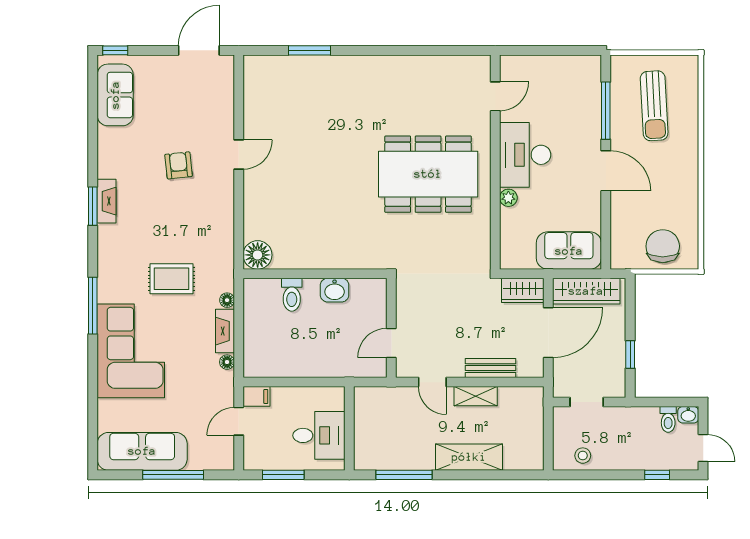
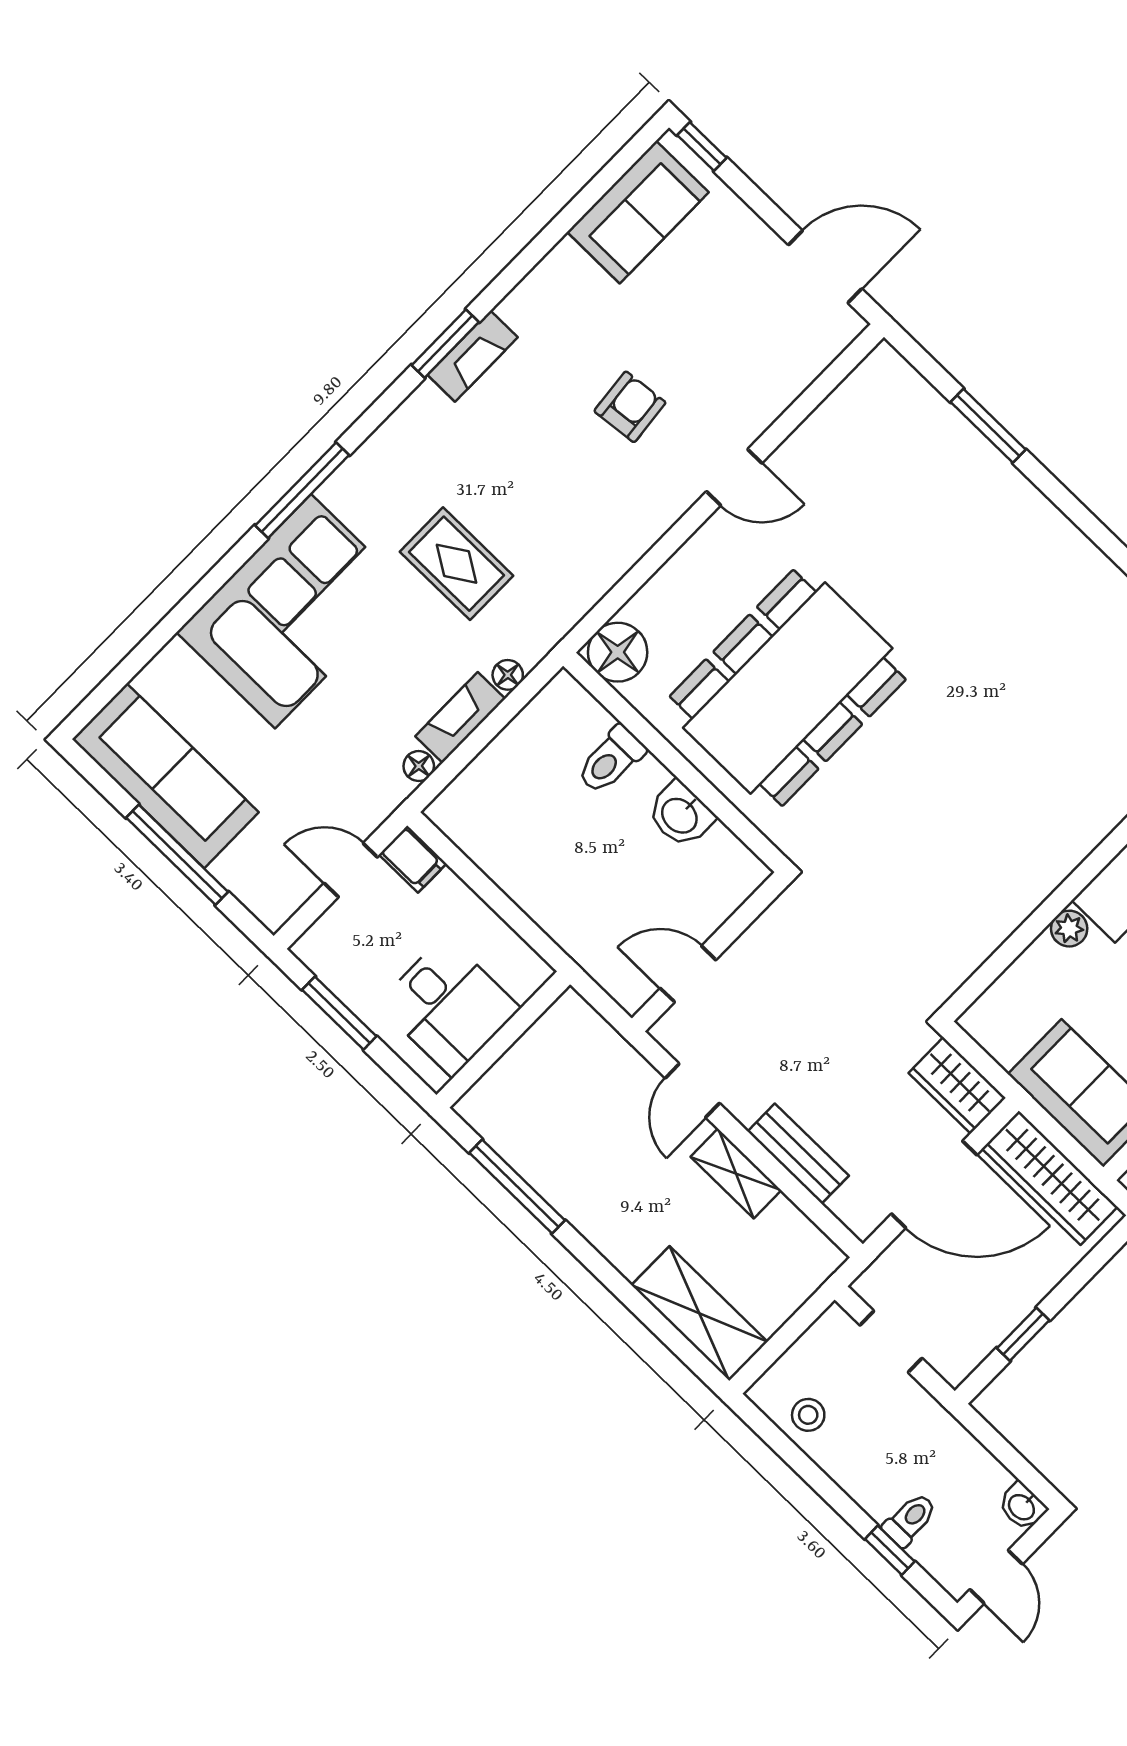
dining table: (428, 174) -> (788, 688), moved, turned 90
toilet: (668, 419) -> (910, 1520), moved, turned 180
shelving: (469, 457) -> (700, 1313), moved

